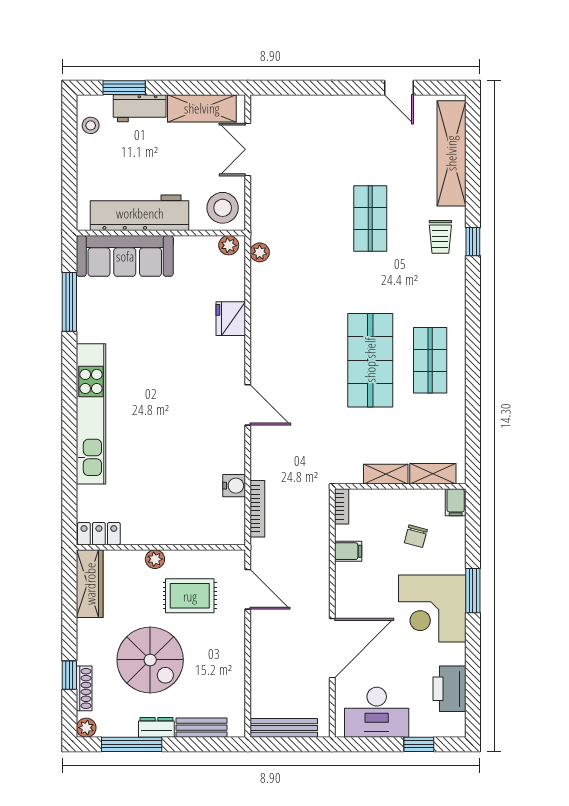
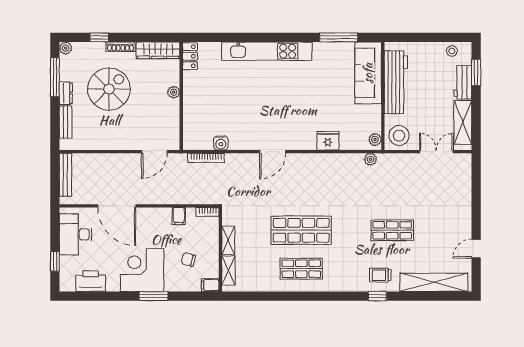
rug: (190, 596) -> (150, 114), removed
spiral stairs: (150, 660) -> (109, 89), turned 180
shoe rack: (84, 688) -> (121, 47), moved

